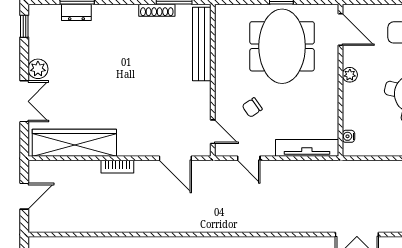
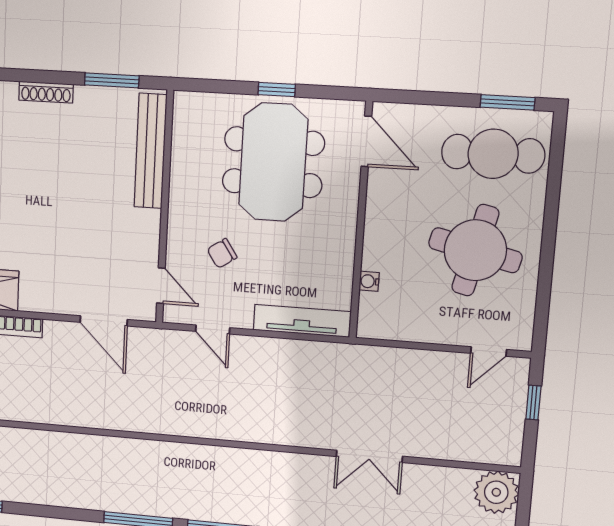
shoe rack: (157, 10) -> (46, 92), moved
plant: (350, 75) -> (376, 213), removed
water cooler: (348, 136) -> (369, 281), moved

